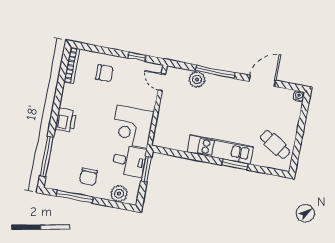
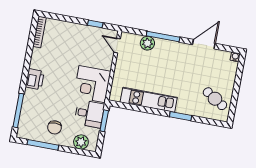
chair: (104, 73) -> (68, 38), removed
kitchen unit: (220, 149) -> (149, 100), moved

